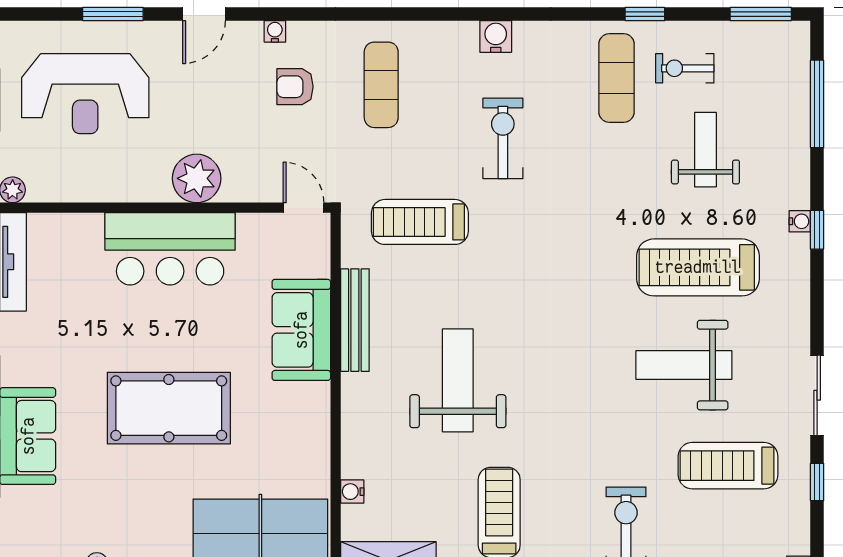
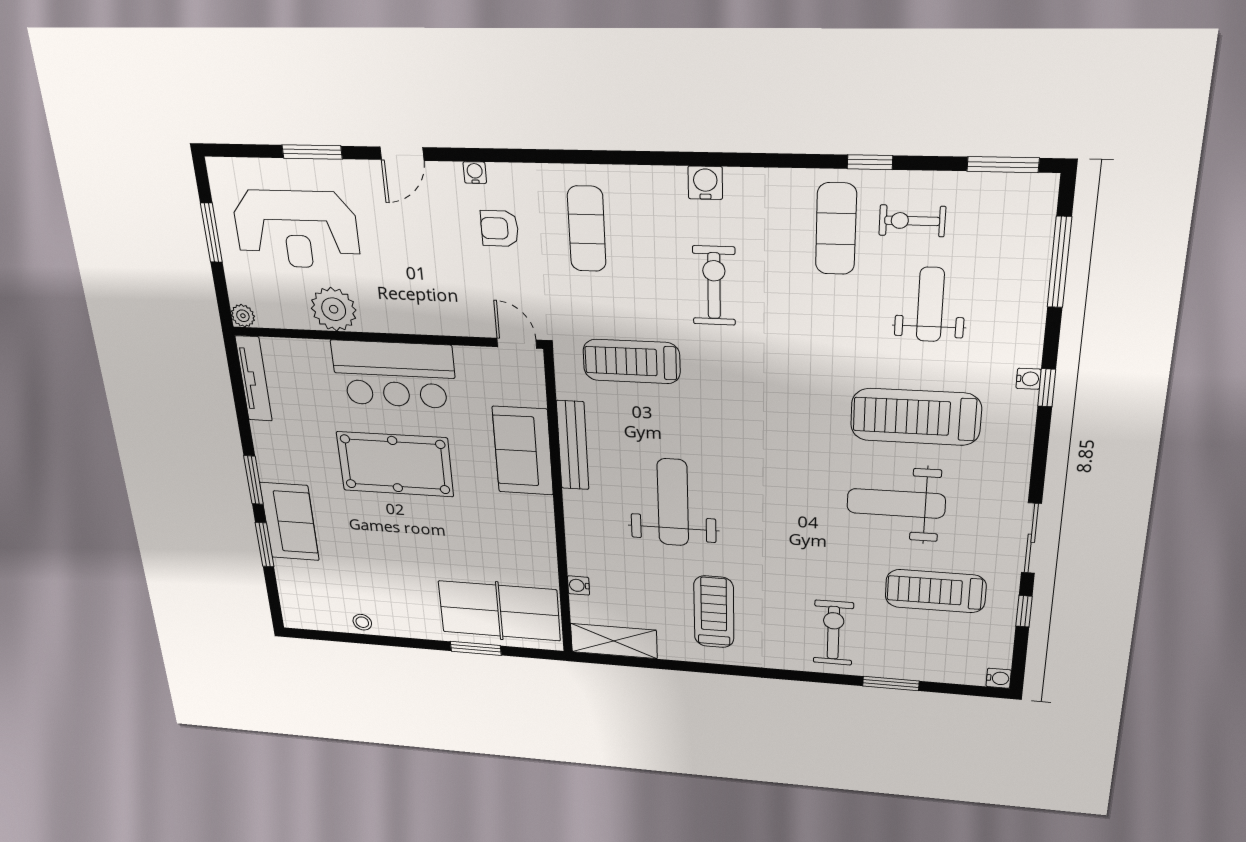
plant: (197, 178) -> (334, 309), moved
pool table: (169, 408) -> (395, 464), moved

